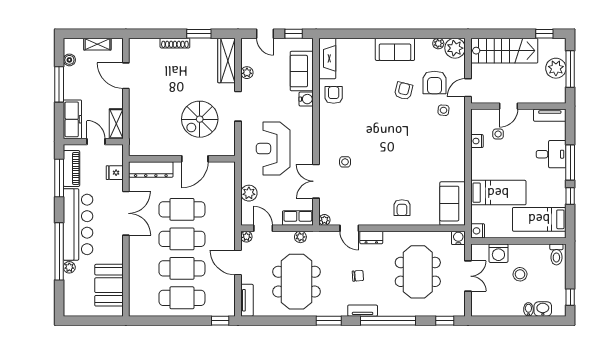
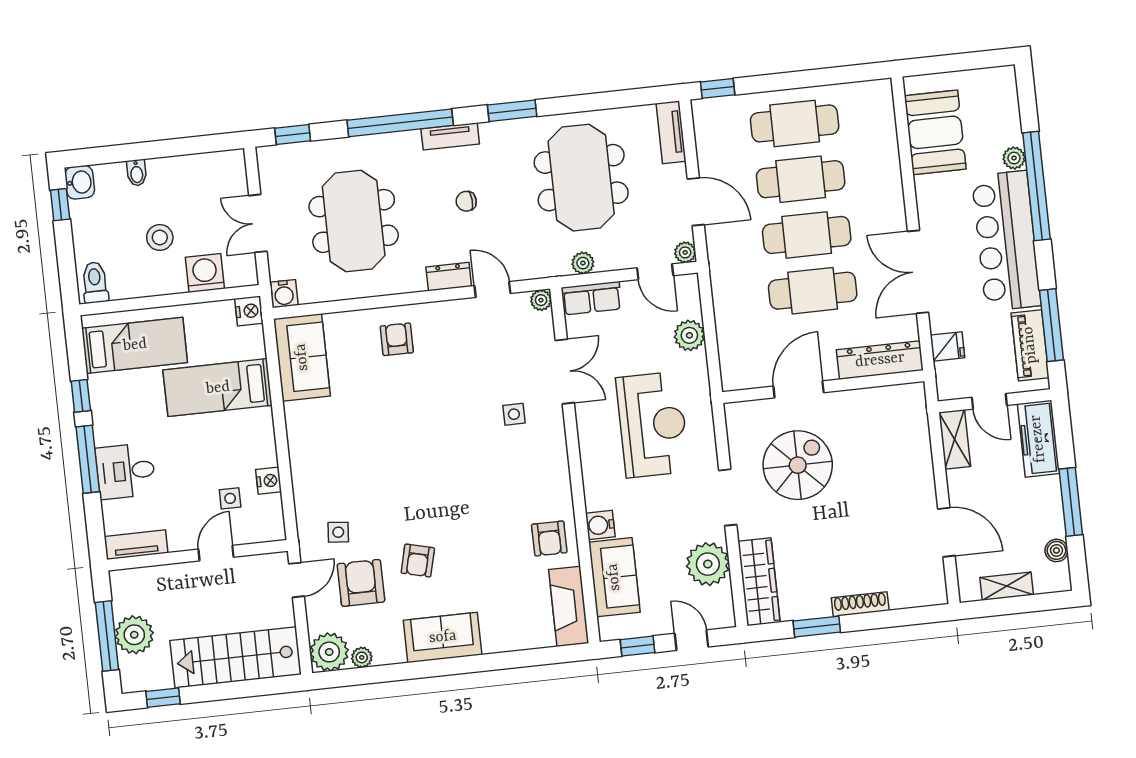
plant: (247, 73) -> (708, 564), width x1.88, depth x1.88
washbasin: (543, 309) -> (80, 182), moved, turned -90

